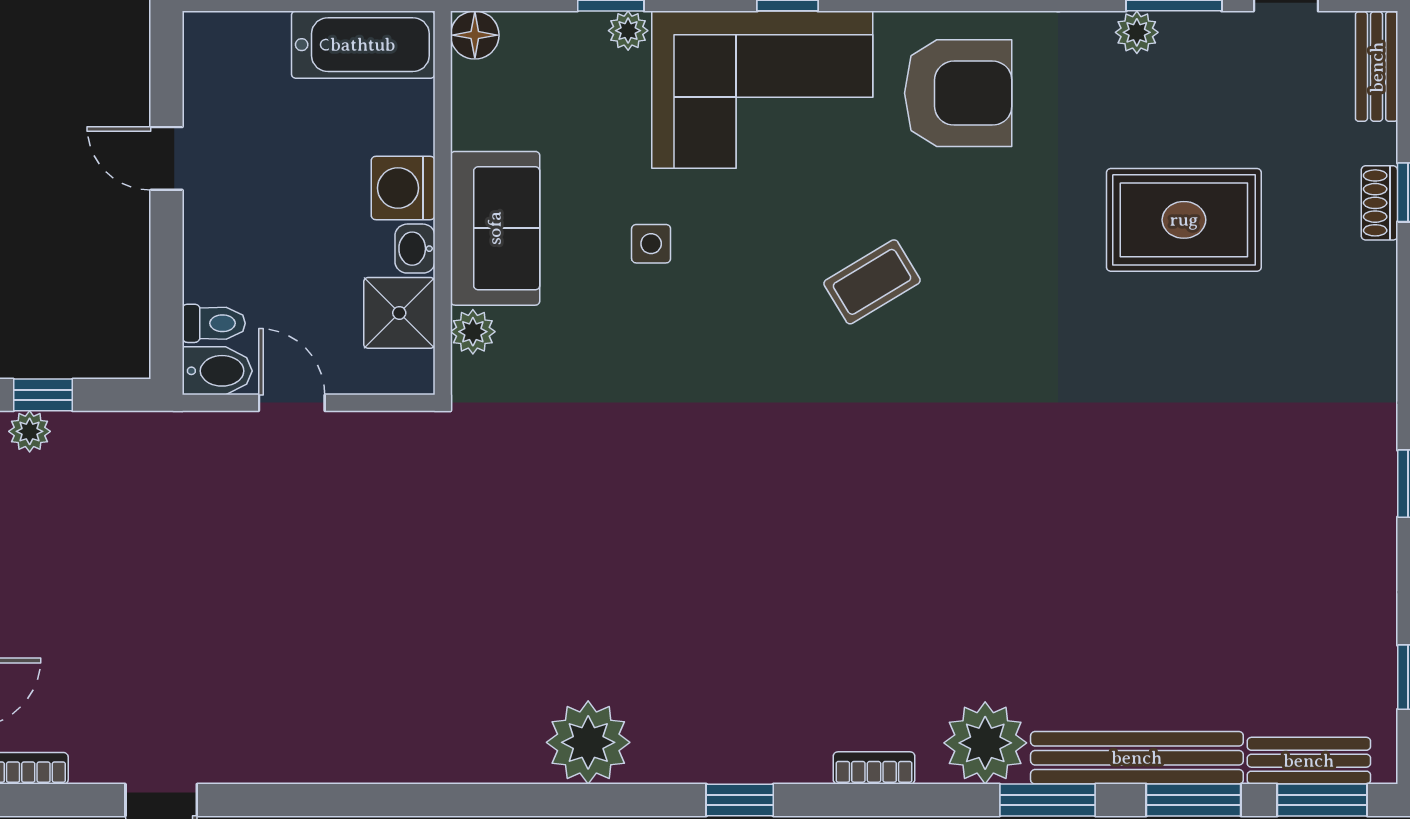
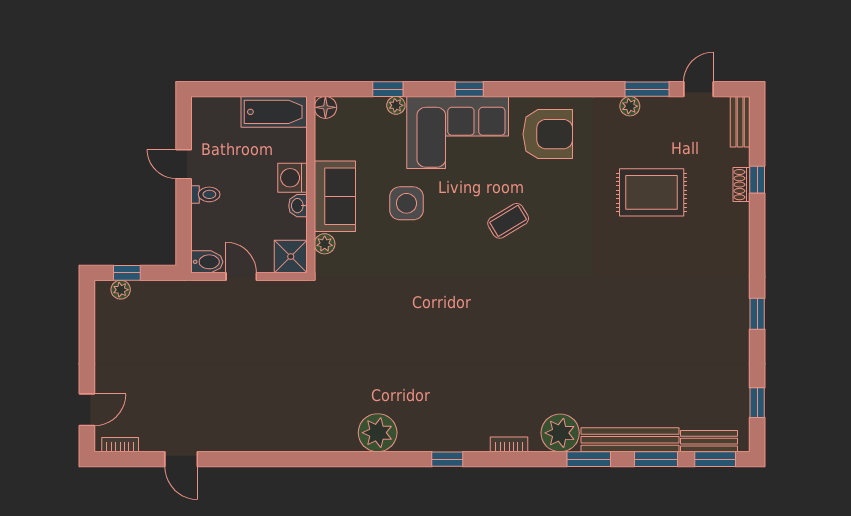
side table: (651, 244) -> (406, 203), width x1.87, depth x1.87
shower: (399, 313) -> (291, 257), moved
toilet: (214, 323) -> (205, 194), moved

